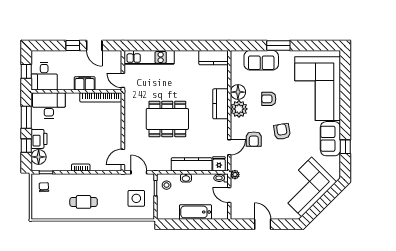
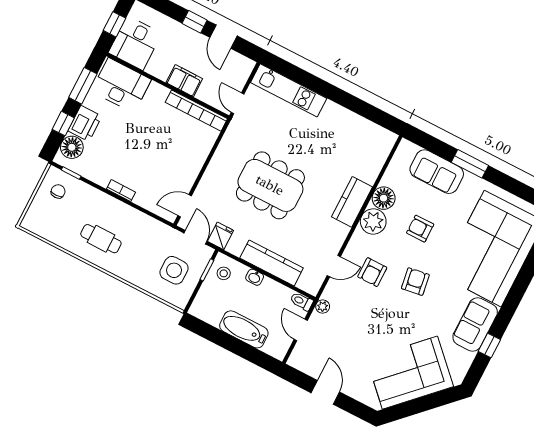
kitchen counter: (213, 58) -> (375, 135), removed
fridge: (219, 164) -> (221, 236), moved

